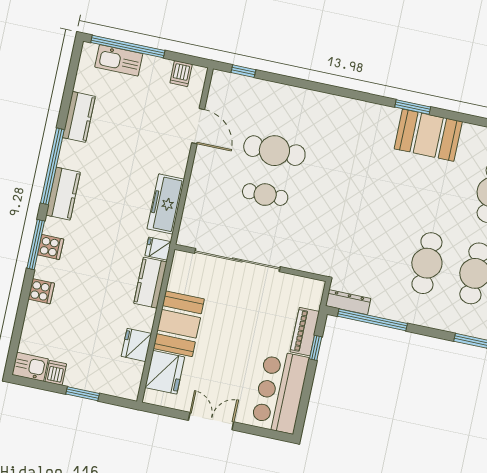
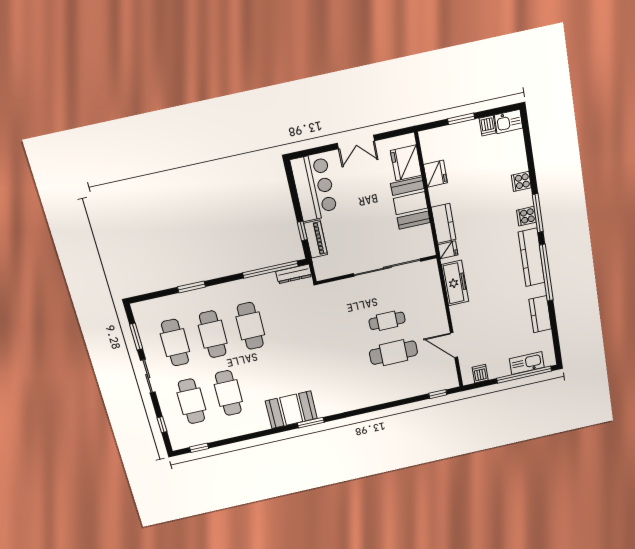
kitchen counter: (63, 194) -> (531, 257), width x1.50

